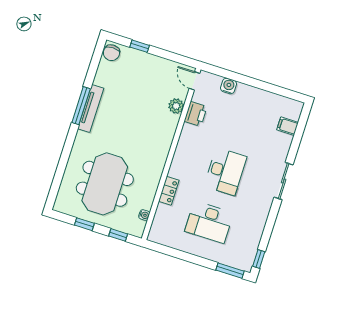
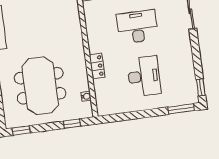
desk: (225, 171) -> (137, 27), turned -90
desk: (209, 222) -> (144, 76), turned -90
window: (84, 224) -> (21, 130), moved

